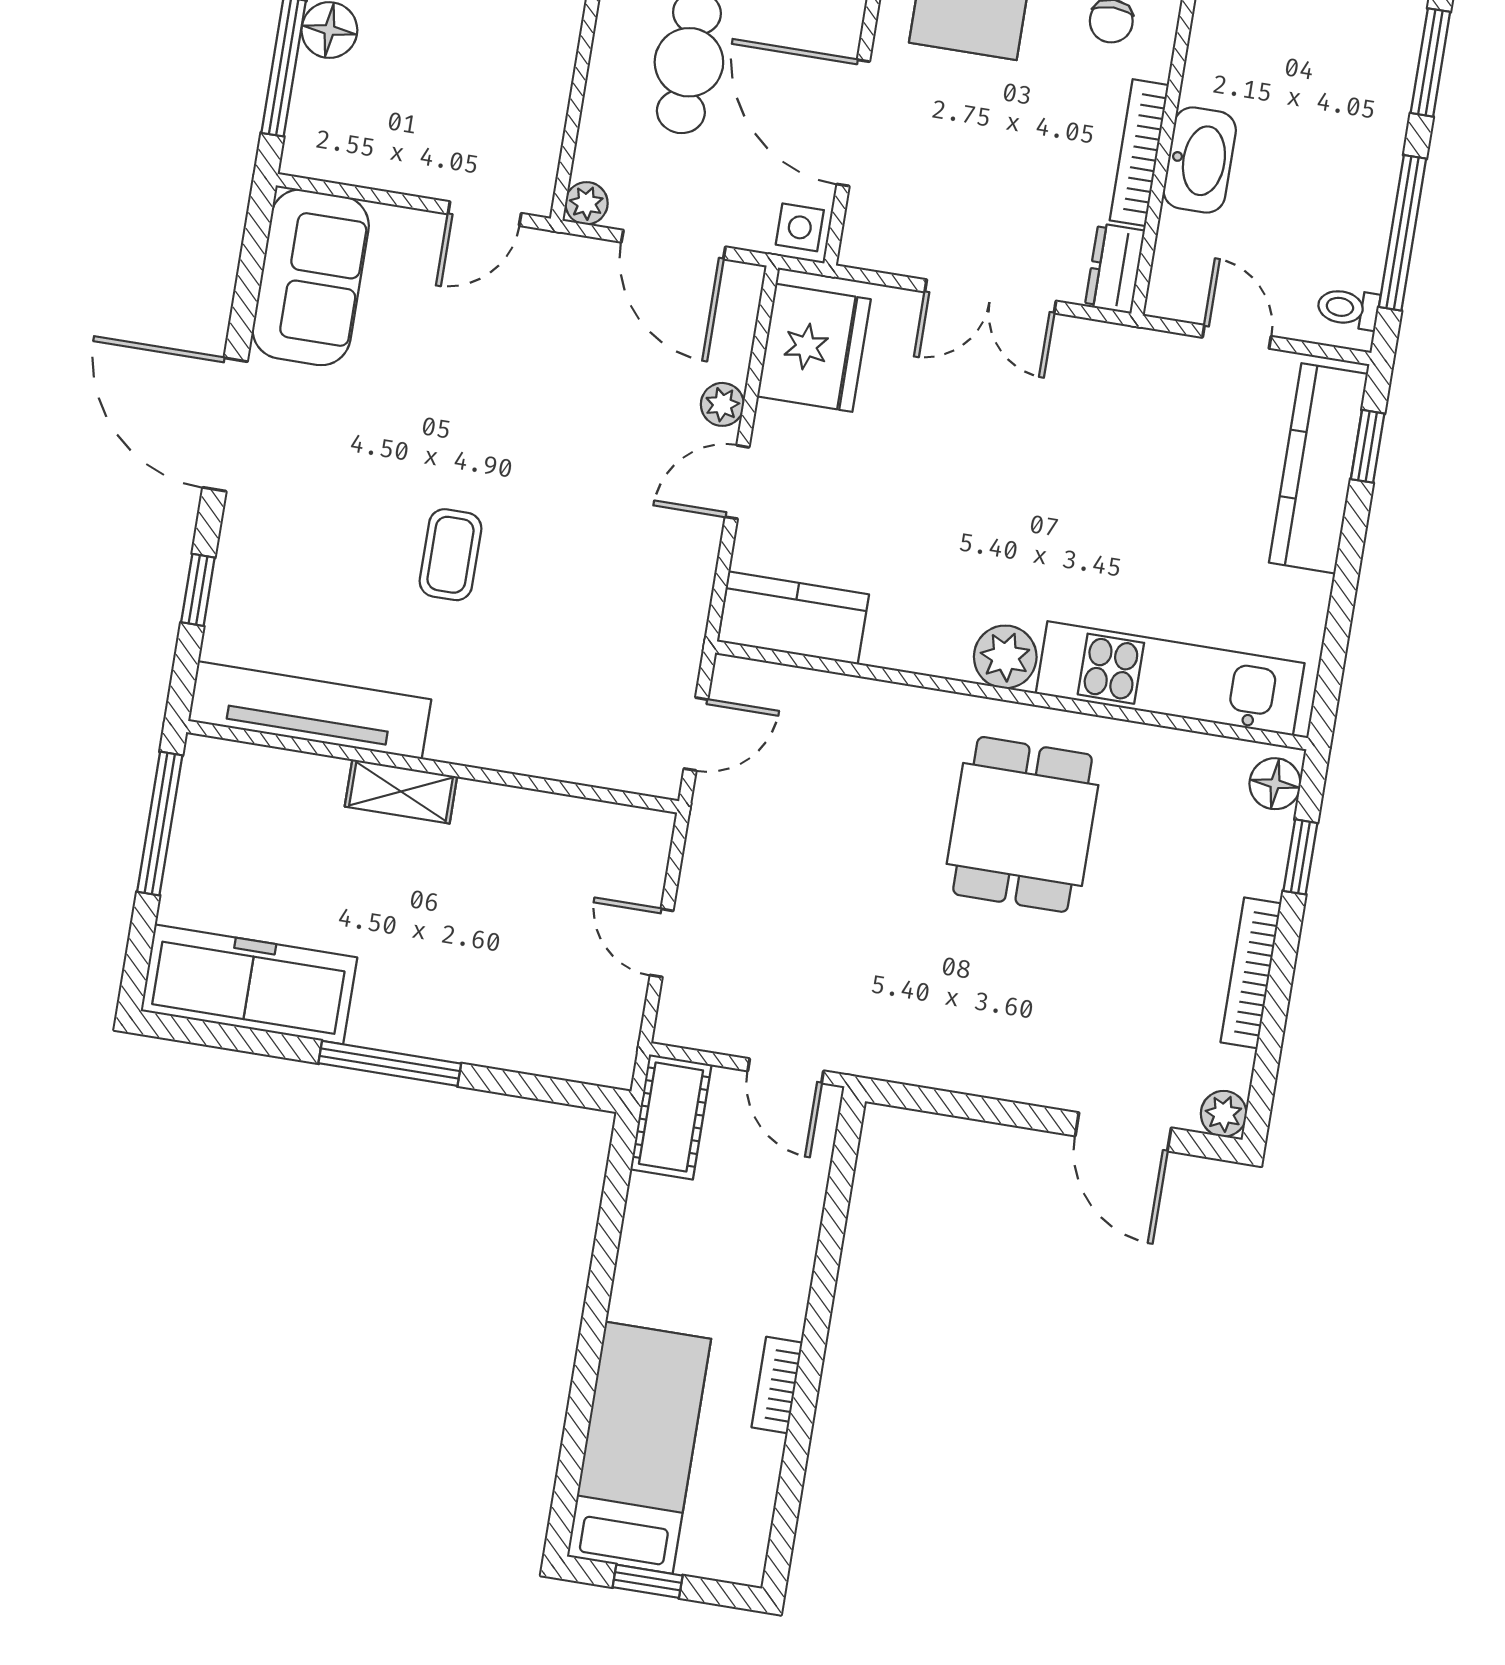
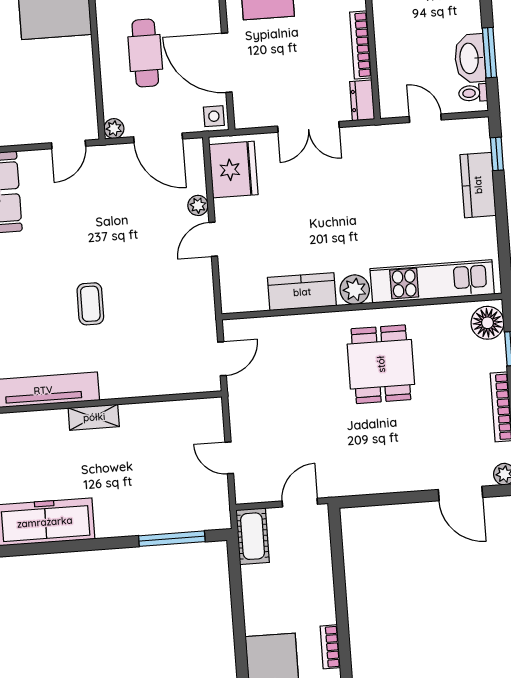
washbasin: (1200, 160) -> (470, 58), moved, turned 180
window: (1403, 233) -> (489, 53), width x0.69
kitchen counter: (1318, 468) -> (478, 185), width x0.67
kitchen counter: (793, 618) -> (302, 292), moved
floor lamp: (1275, 784) -> (487, 323), width x1.38, depth x1.38
window: (390, 1063) -> (172, 539), moved
door: (786, 1071) -> (300, 503), swing flipped

